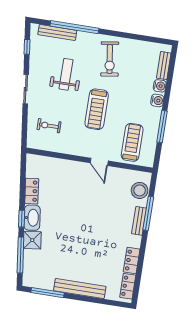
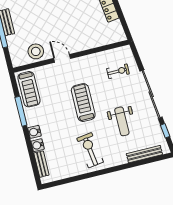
window: (74, 27) -> (132, 165), removed
sliding door: (26, 89) -> (151, 94), width x1.86
treadmill: (132, 142) -> (29, 89), moved
stool: (140, 190) -> (36, 51), moved

